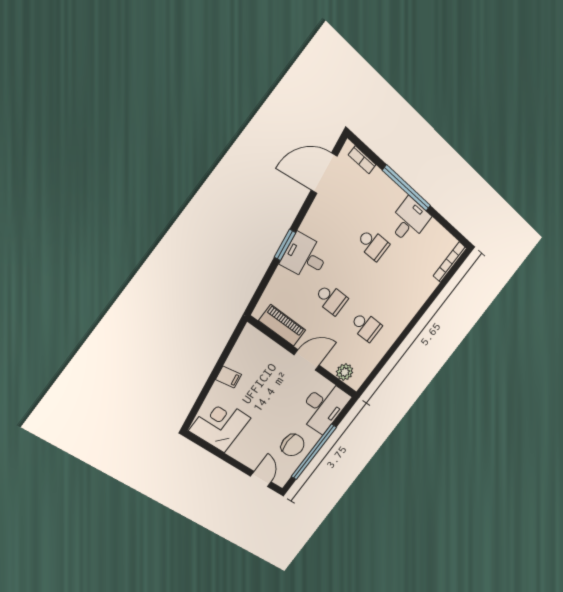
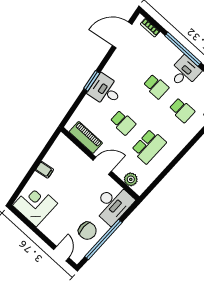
school desk: (407, 273) -> (182, 110), added
school desk: (366, 326) -> (149, 146), width x1.85

